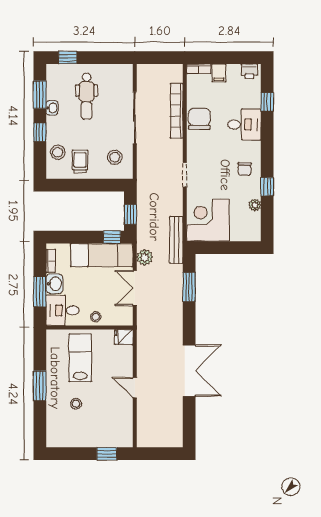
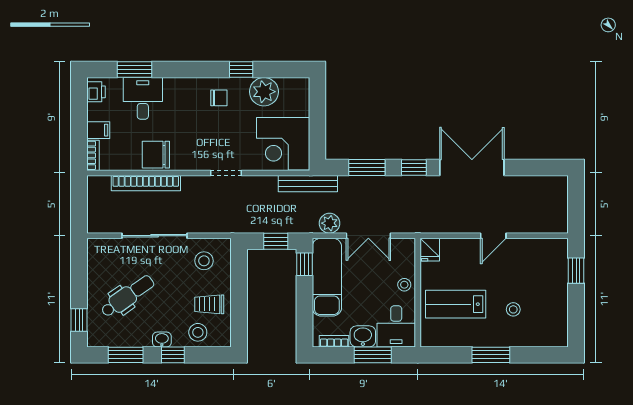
dental chair: (87, 96) -> (127, 296), turned -35
window: (267, 102) -> (135, 70), width x1.50
washbasin: (52, 108) -> (162, 340), moved
desk: (244, 124) -> (143, 98), moved
plant: (255, 205) -> (264, 92), width x1.88, depth x1.88
window: (189, 324) -> (414, 168), added

